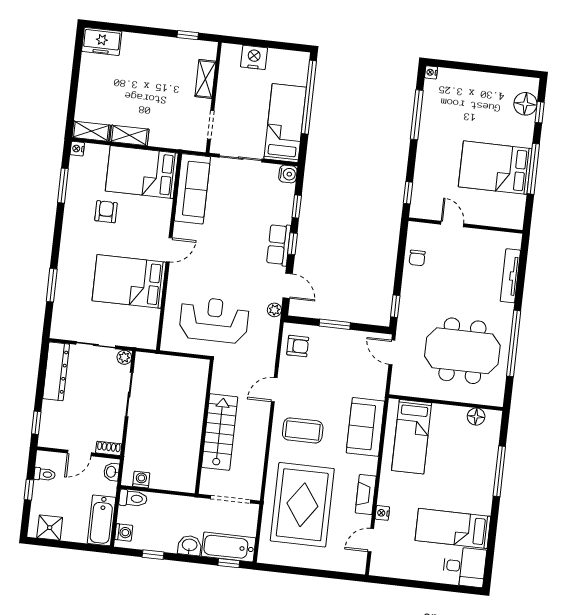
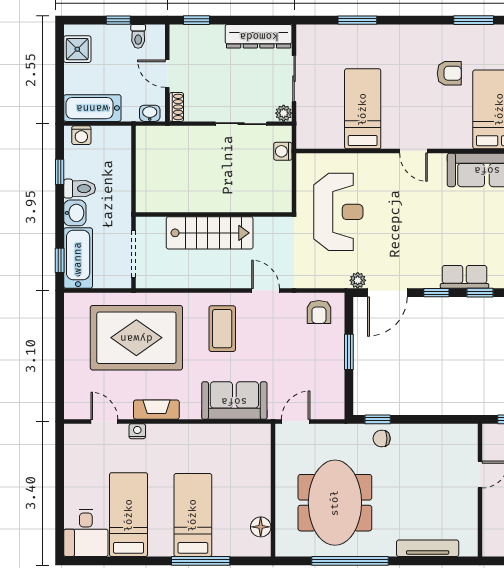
row of seats: (279, 245) -> (465, 277), moved
chair: (417, 258) -> (382, 439), moved
bed: (129, 281) -> (363, 109), width x0.67
door: (288, 286) -> (387, 293), width x1.38
door: (392, 352) -> (296, 421), moved
bed: (412, 437) -> (193, 515), moved, turned 90
washing machine: (141, 480) -> (283, 151), moved, turned 180
toilet: (133, 498) -> (80, 189), moved, turned -90

